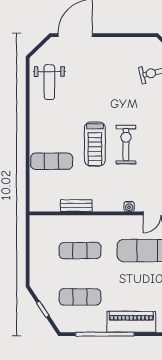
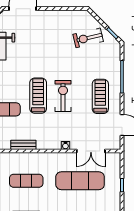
treadmill: (95, 144) -> (38, 96), turned 180

